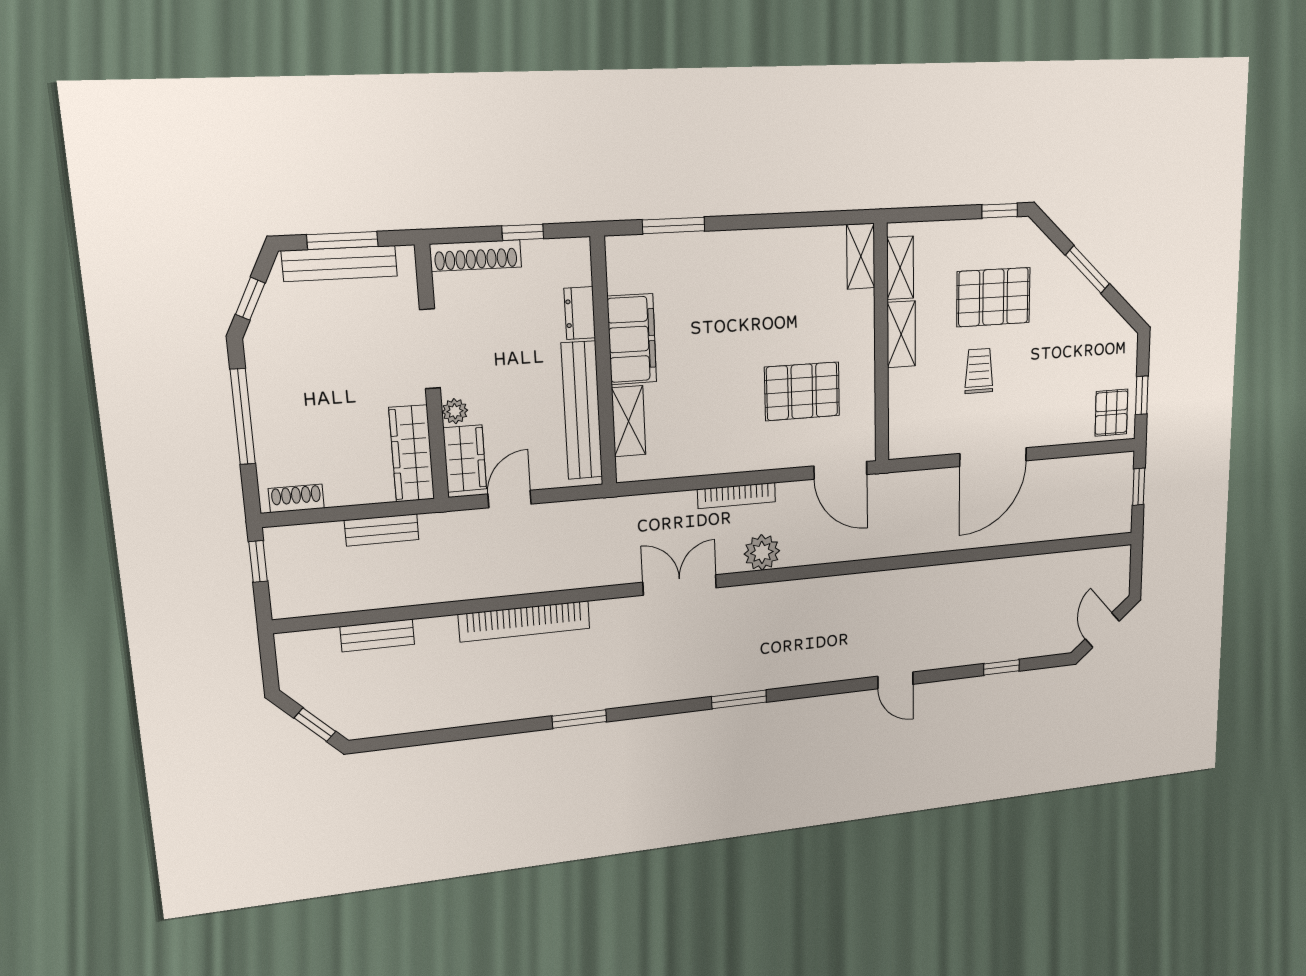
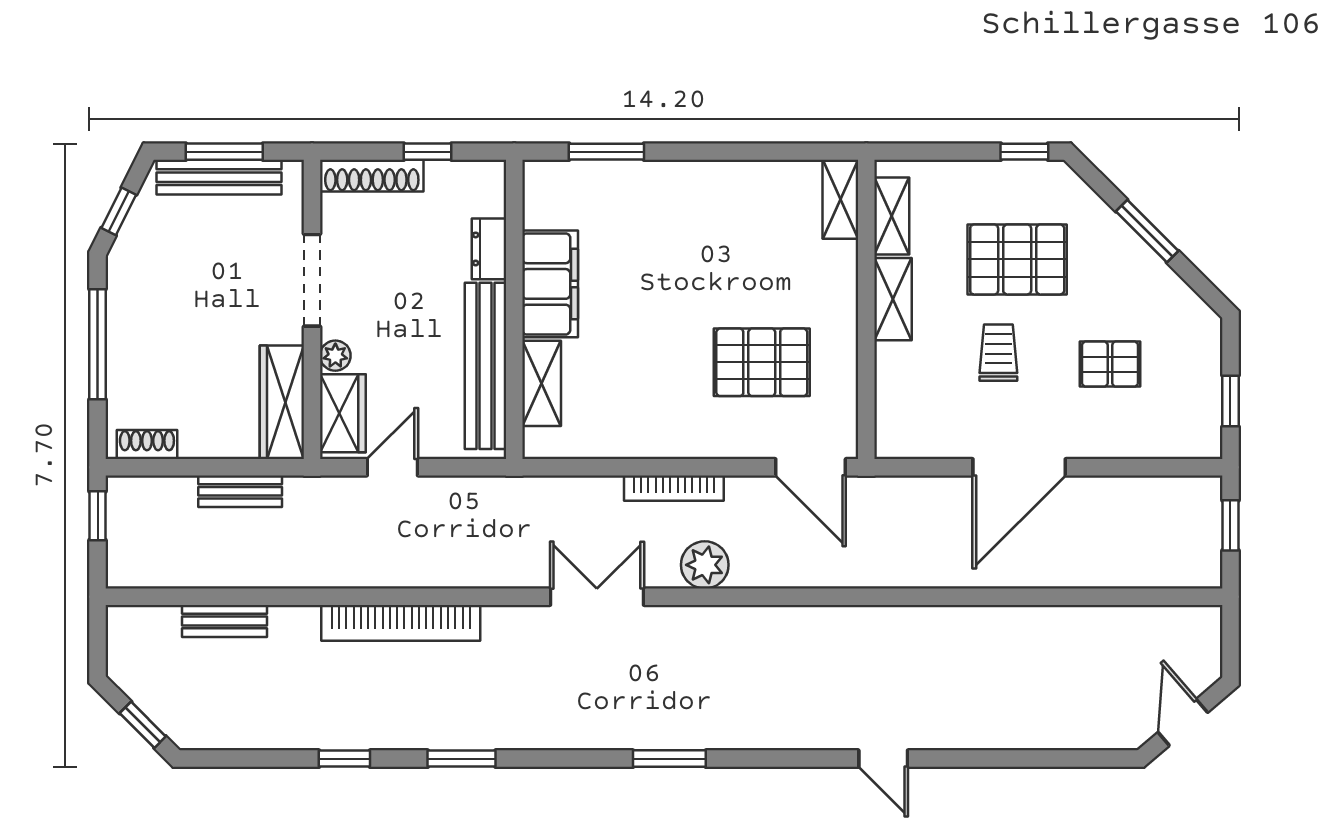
pallet: (1111, 413) -> (1110, 364), moved, turned 90
window: (1002, 667) -> (344, 759), moved

